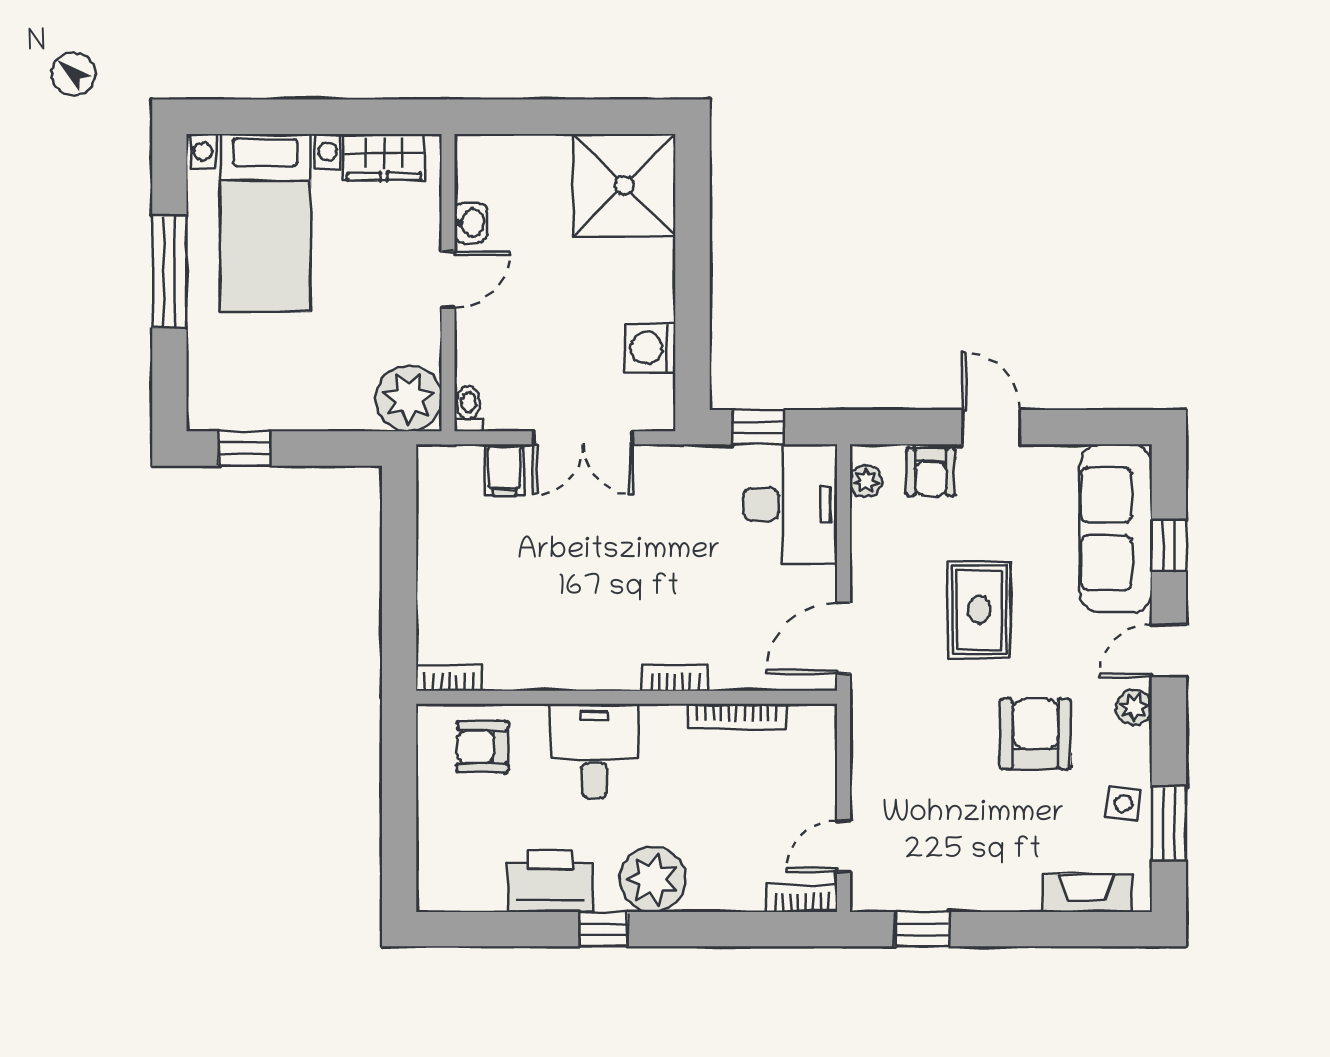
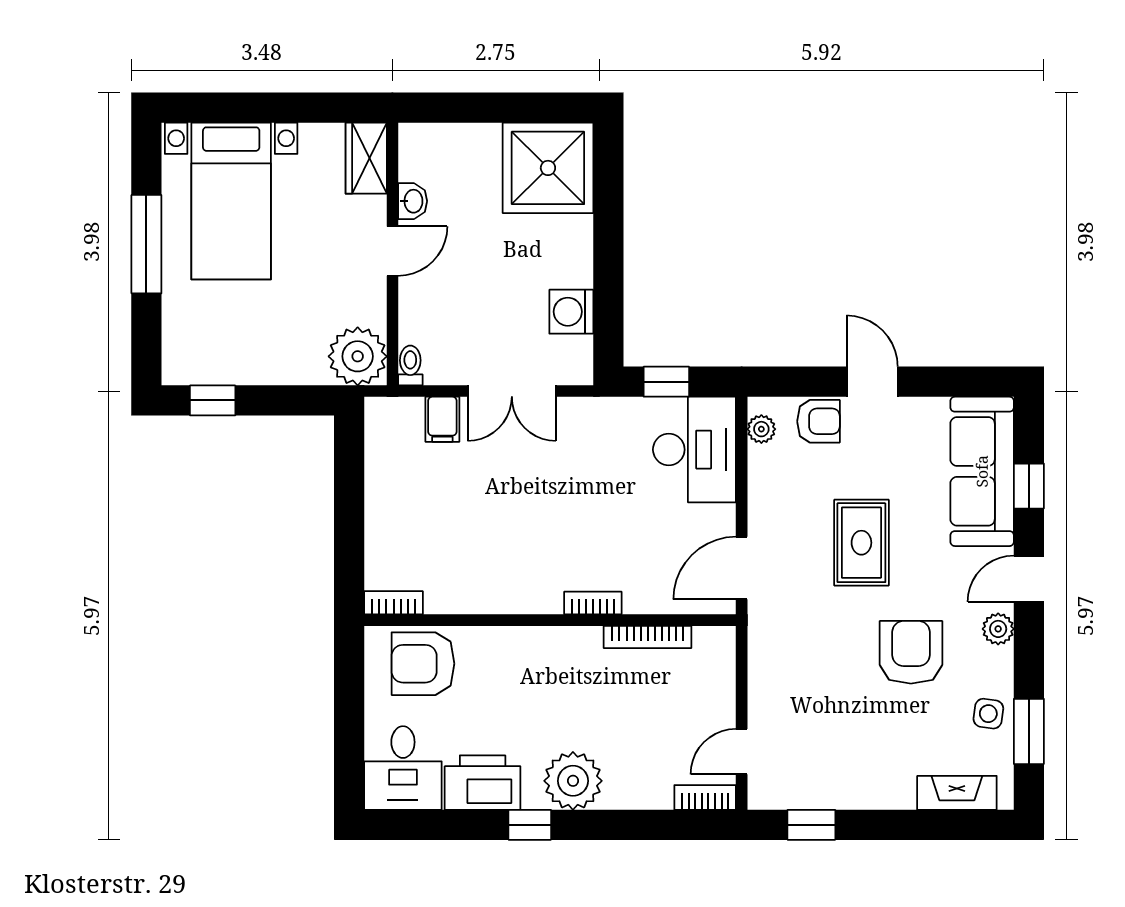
wardrobe: (384, 157) -> (366, 158), moved, turned 90
armchair: (931, 472) -> (819, 421), turned -90
armchair: (483, 747) -> (423, 664), width x1.38, depth x1.38
desk: (594, 751) -> (403, 768), moved, turned 180

